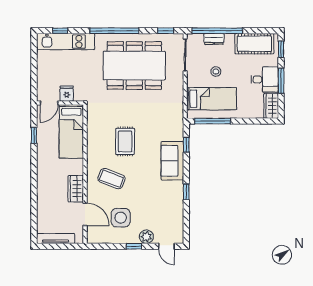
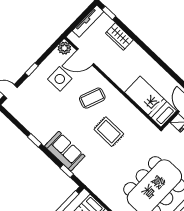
window: (34, 135) -> (109, 13), moved
wardrobe: (76, 189) -> (119, 36), moved, turned 180
plant: (146, 237) -> (64, 48), moved

